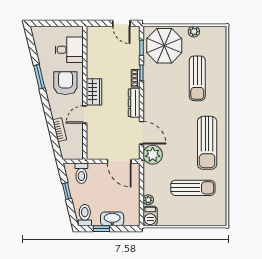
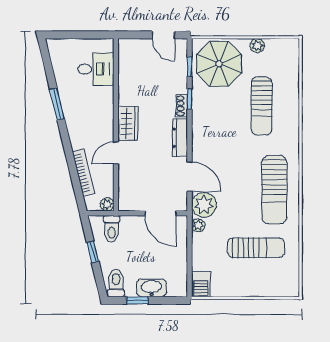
armchair: (65, 83) -> (91, 112), removed
bookcase: (59, 130) -> (83, 173), width x1.56
plant: (78, 154) -> (107, 204), added
plant: (148, 200) -> (198, 225), moved

